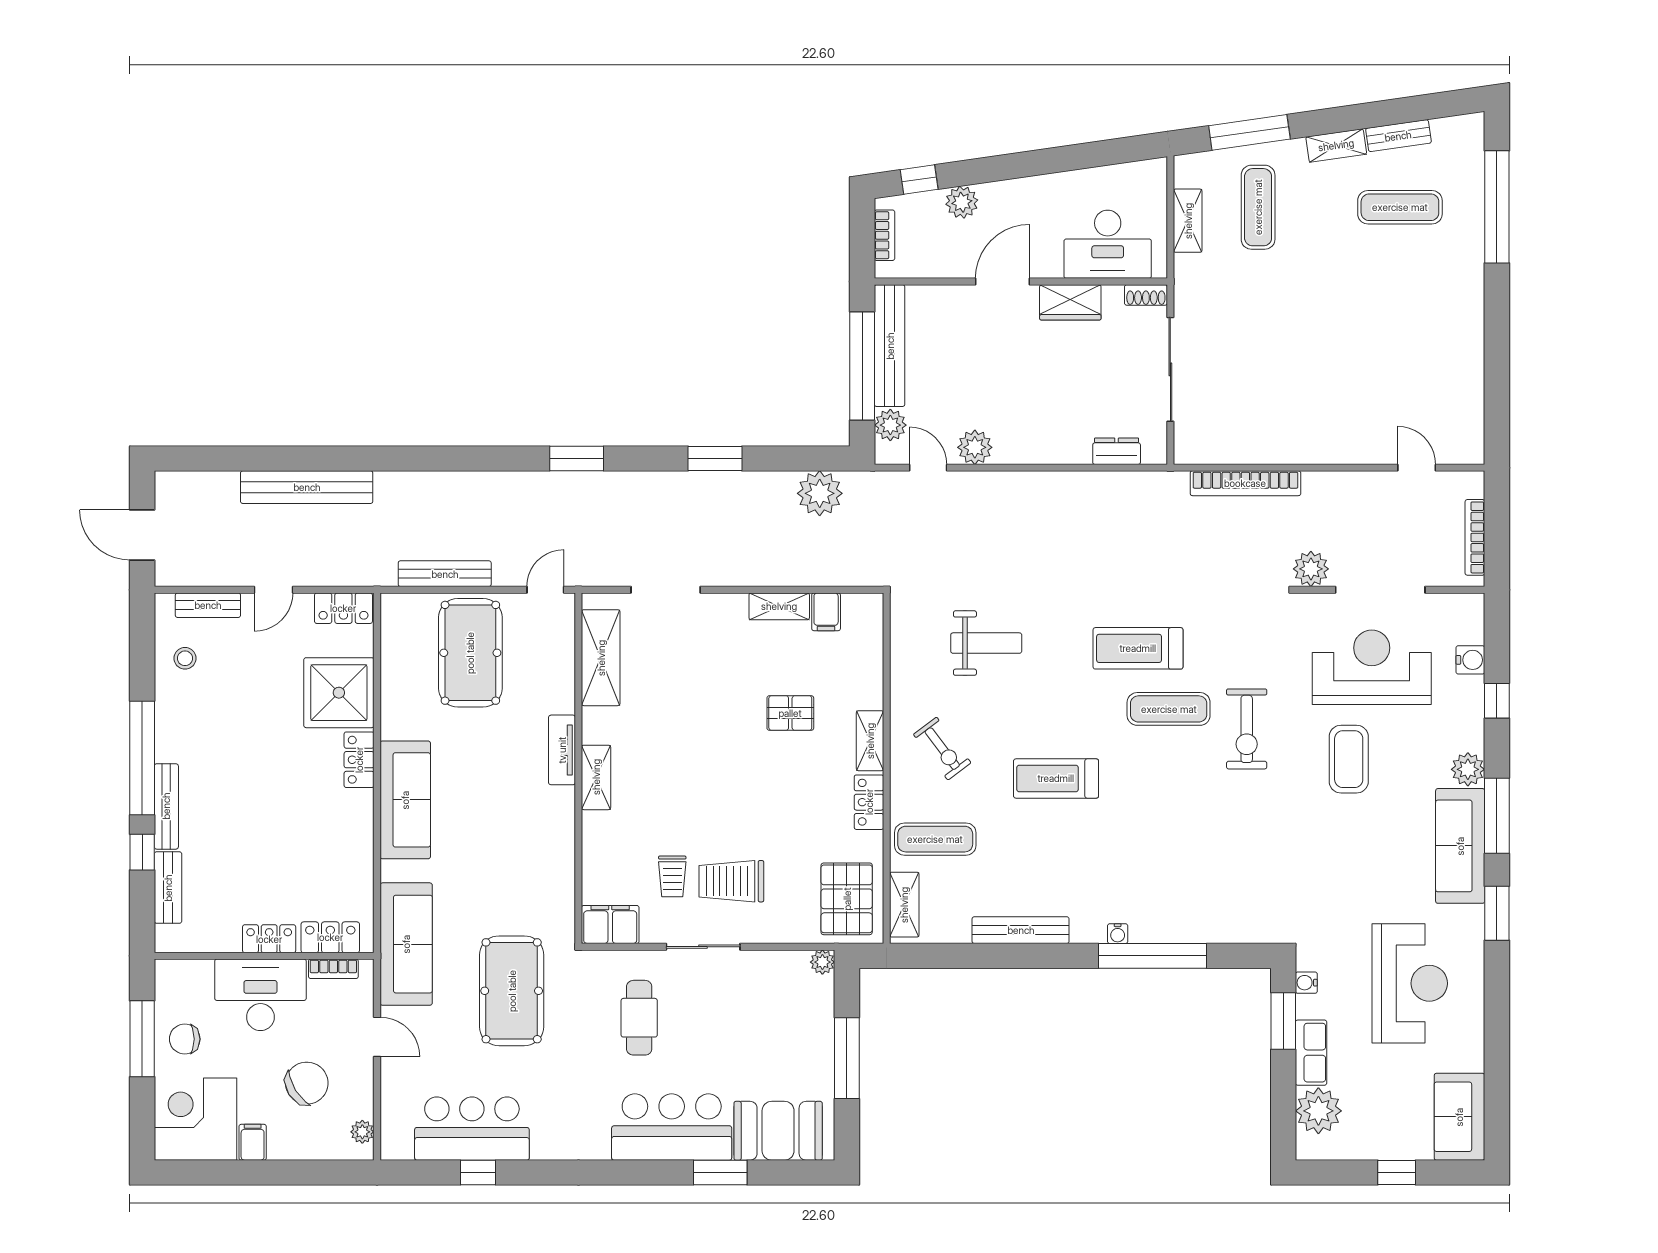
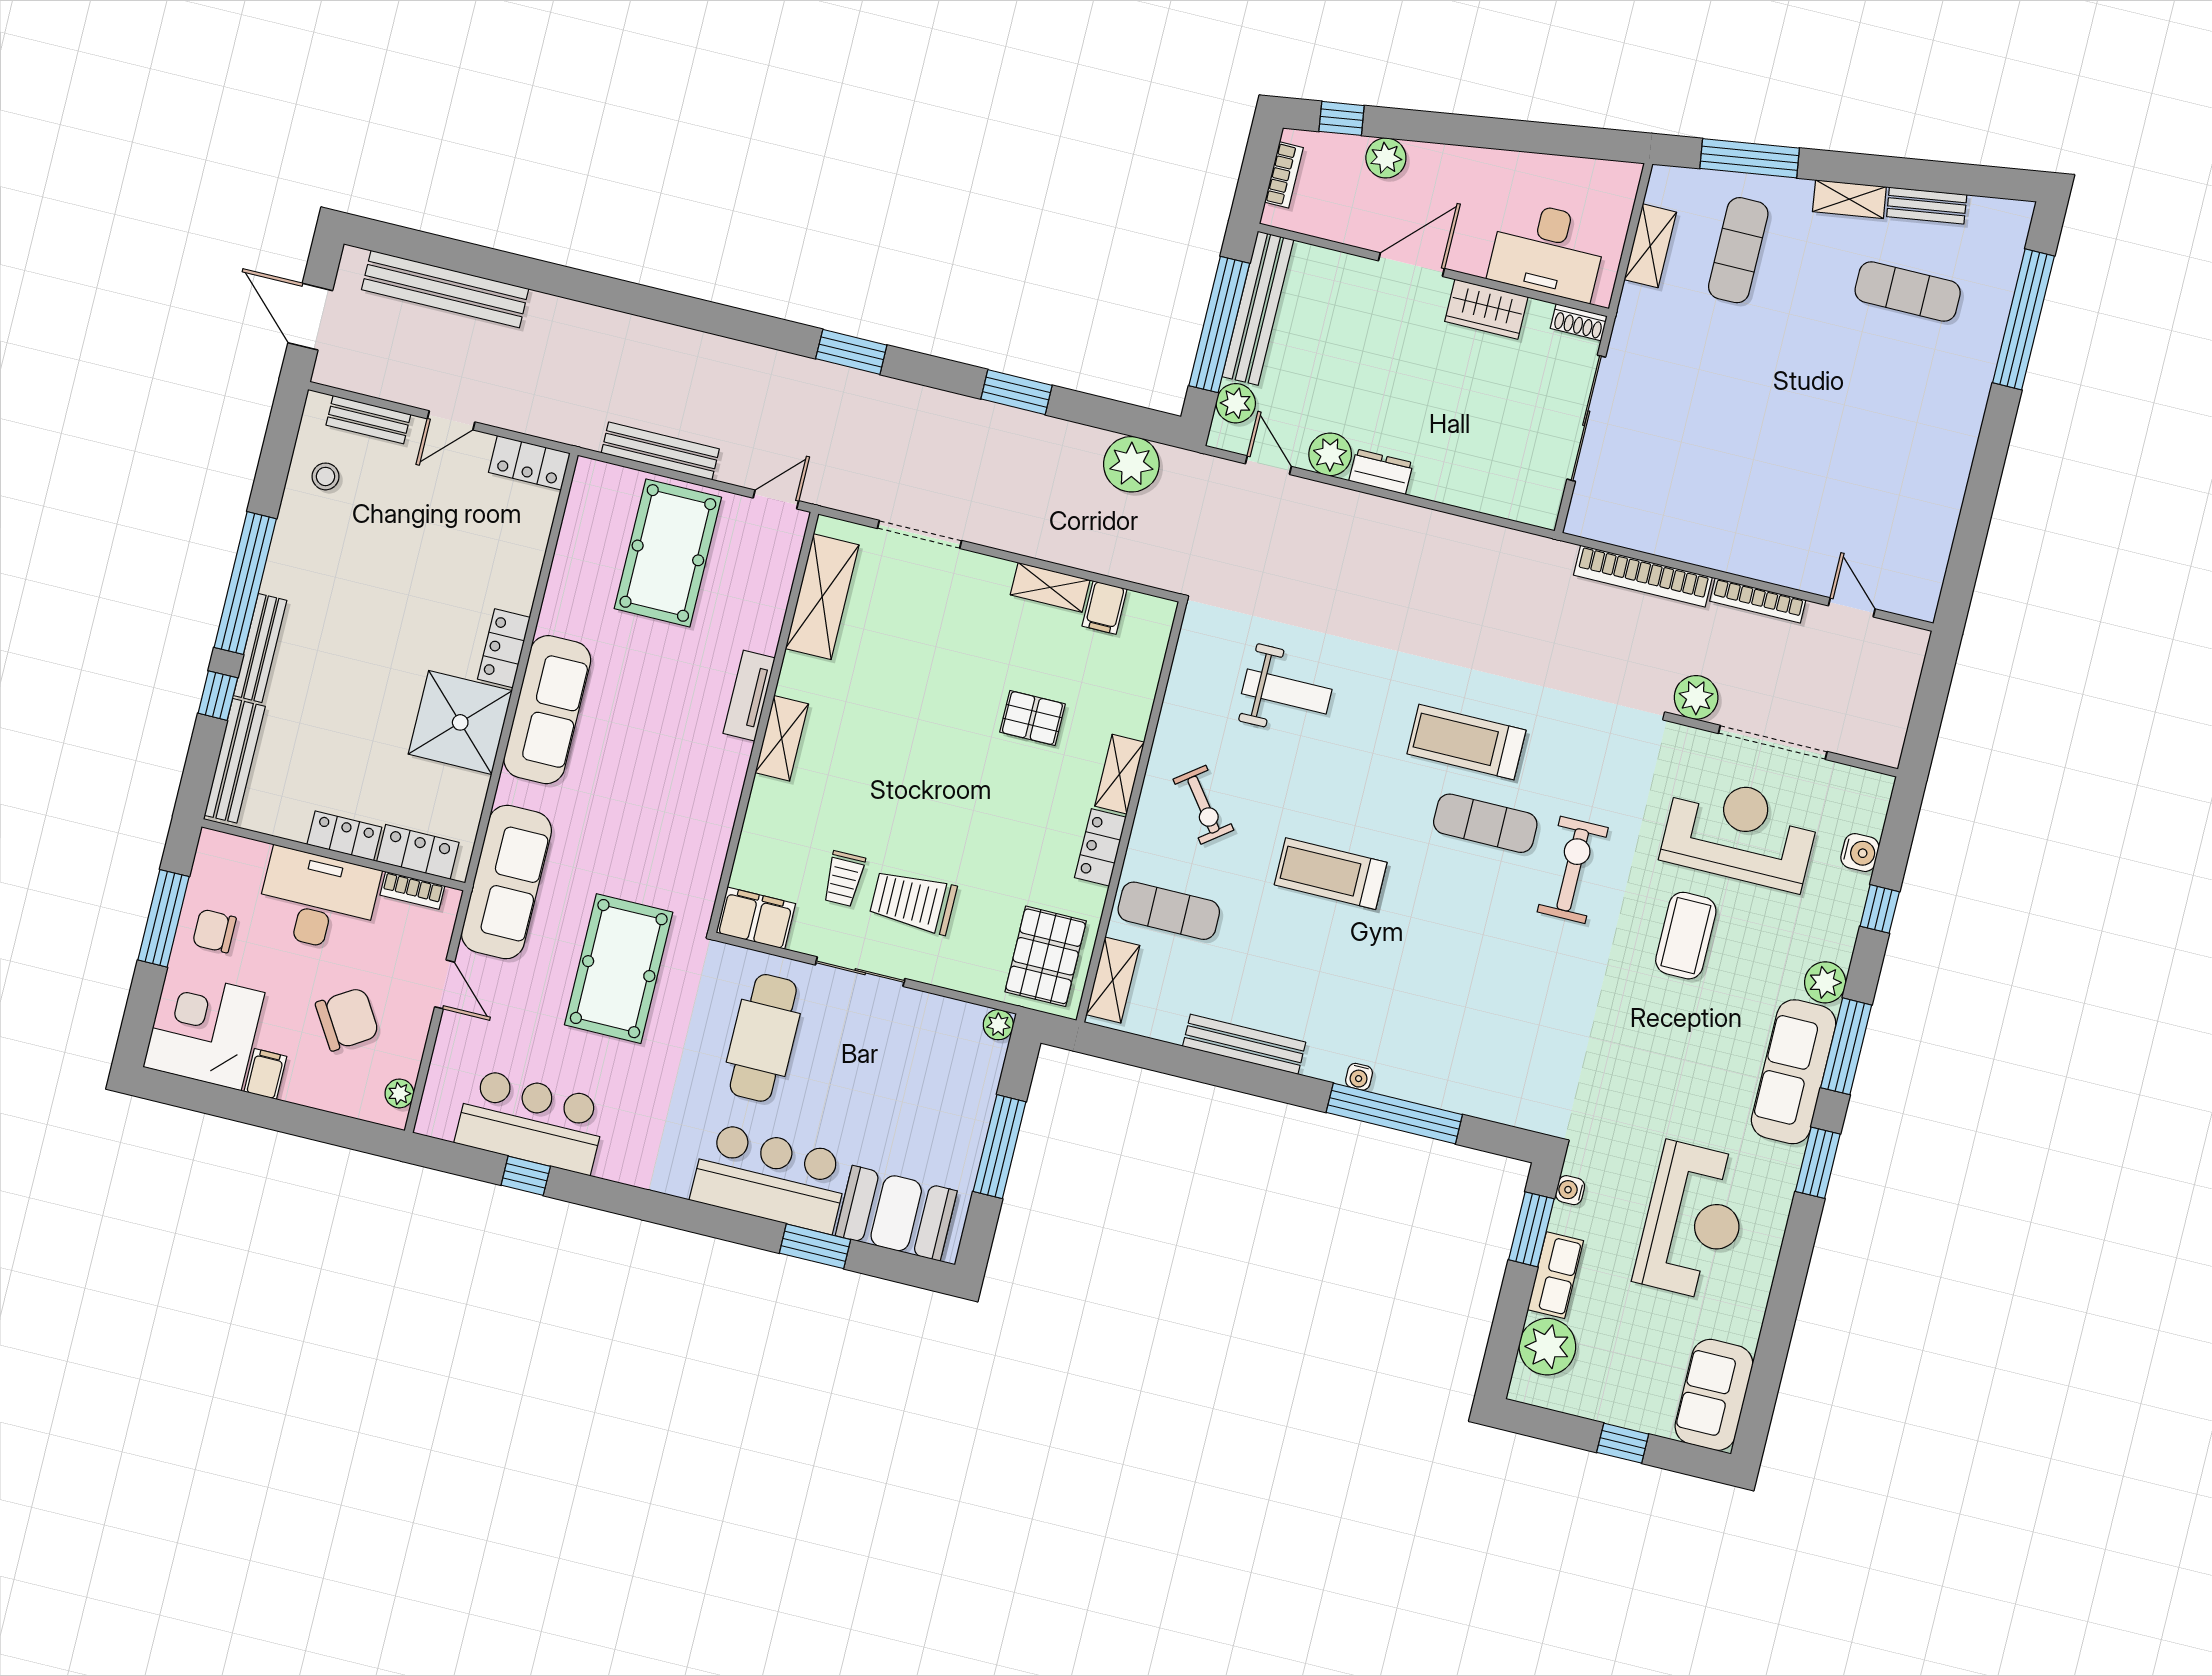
dresser: (1117, 451) -> (1381, 472), moved
bench: (307, 487) -> (445, 289), moved
bookcase: (1475, 537) -> (1758, 601), moved, turned -90
shower: (339, 693) -> (460, 722), moved
exercise bike: (1247, 729) -> (1573, 870), turned 180
bench: (168, 888) -> (235, 761), width x1.36
cafe table: (639, 1018) -> (763, 1038), width x1.37, depth x1.35

